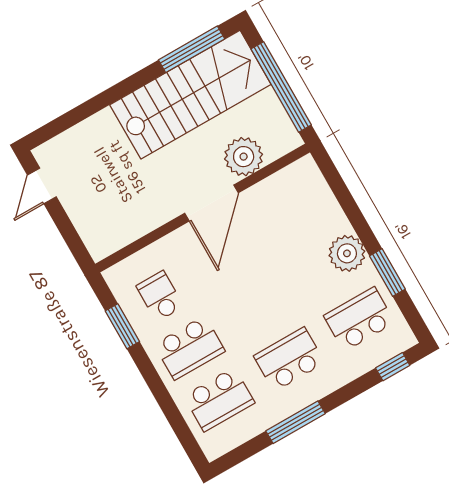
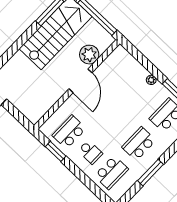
plant: (347, 253) -> (151, 80), width x0.53, depth x0.53
school desk: (160, 296) -> (69, 132), width x1.85
school desk: (190, 348) -> (90, 152), width x0.54

